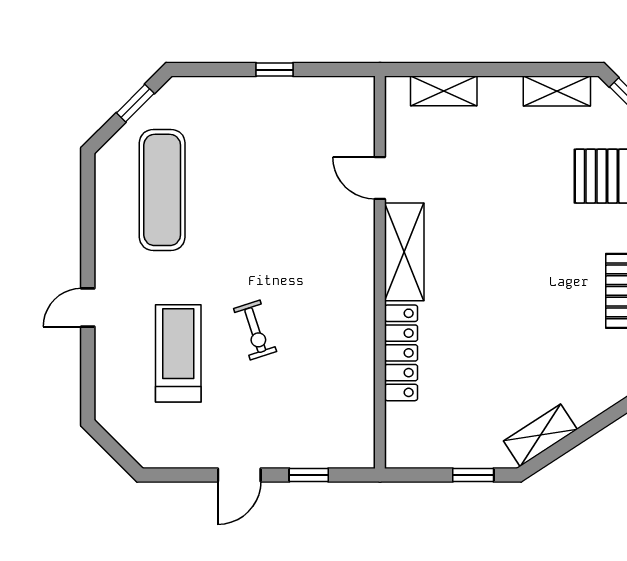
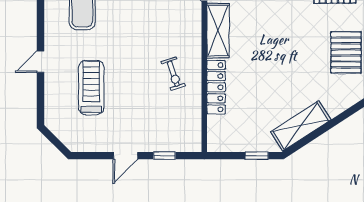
exercise bike: (255, 330) -> (173, 74), moved
shelving: (540, 435) -> (301, 126), width x1.50, depth x1.33

